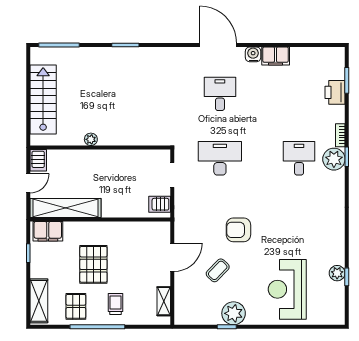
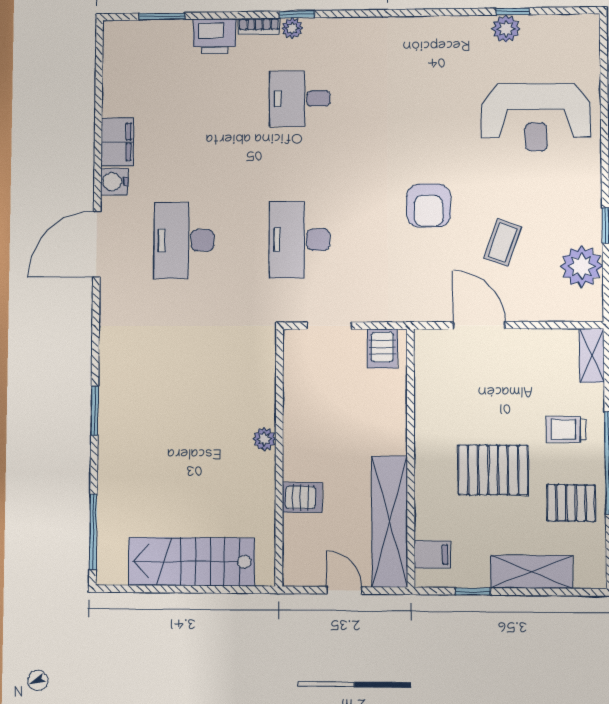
printer: (335, 92) -> (215, 36), moved
desk: (220, 94) -> (184, 240), width x1.37
plant: (91, 139) -> (264, 439), moved
plant: (334, 159) -> (292, 28), width x0.53, depth x0.53
server rack: (38, 160) -> (302, 497), moved
filing cabinet: (48, 231) -> (432, 554), width x0.50
coffee table: (218, 270) -> (503, 243), turned 66
shelving: (39, 301) -> (531, 572), moved
shelving: (164, 301) -> (592, 355), moved, turned 90
plant: (234, 313) -> (581, 266), moved

